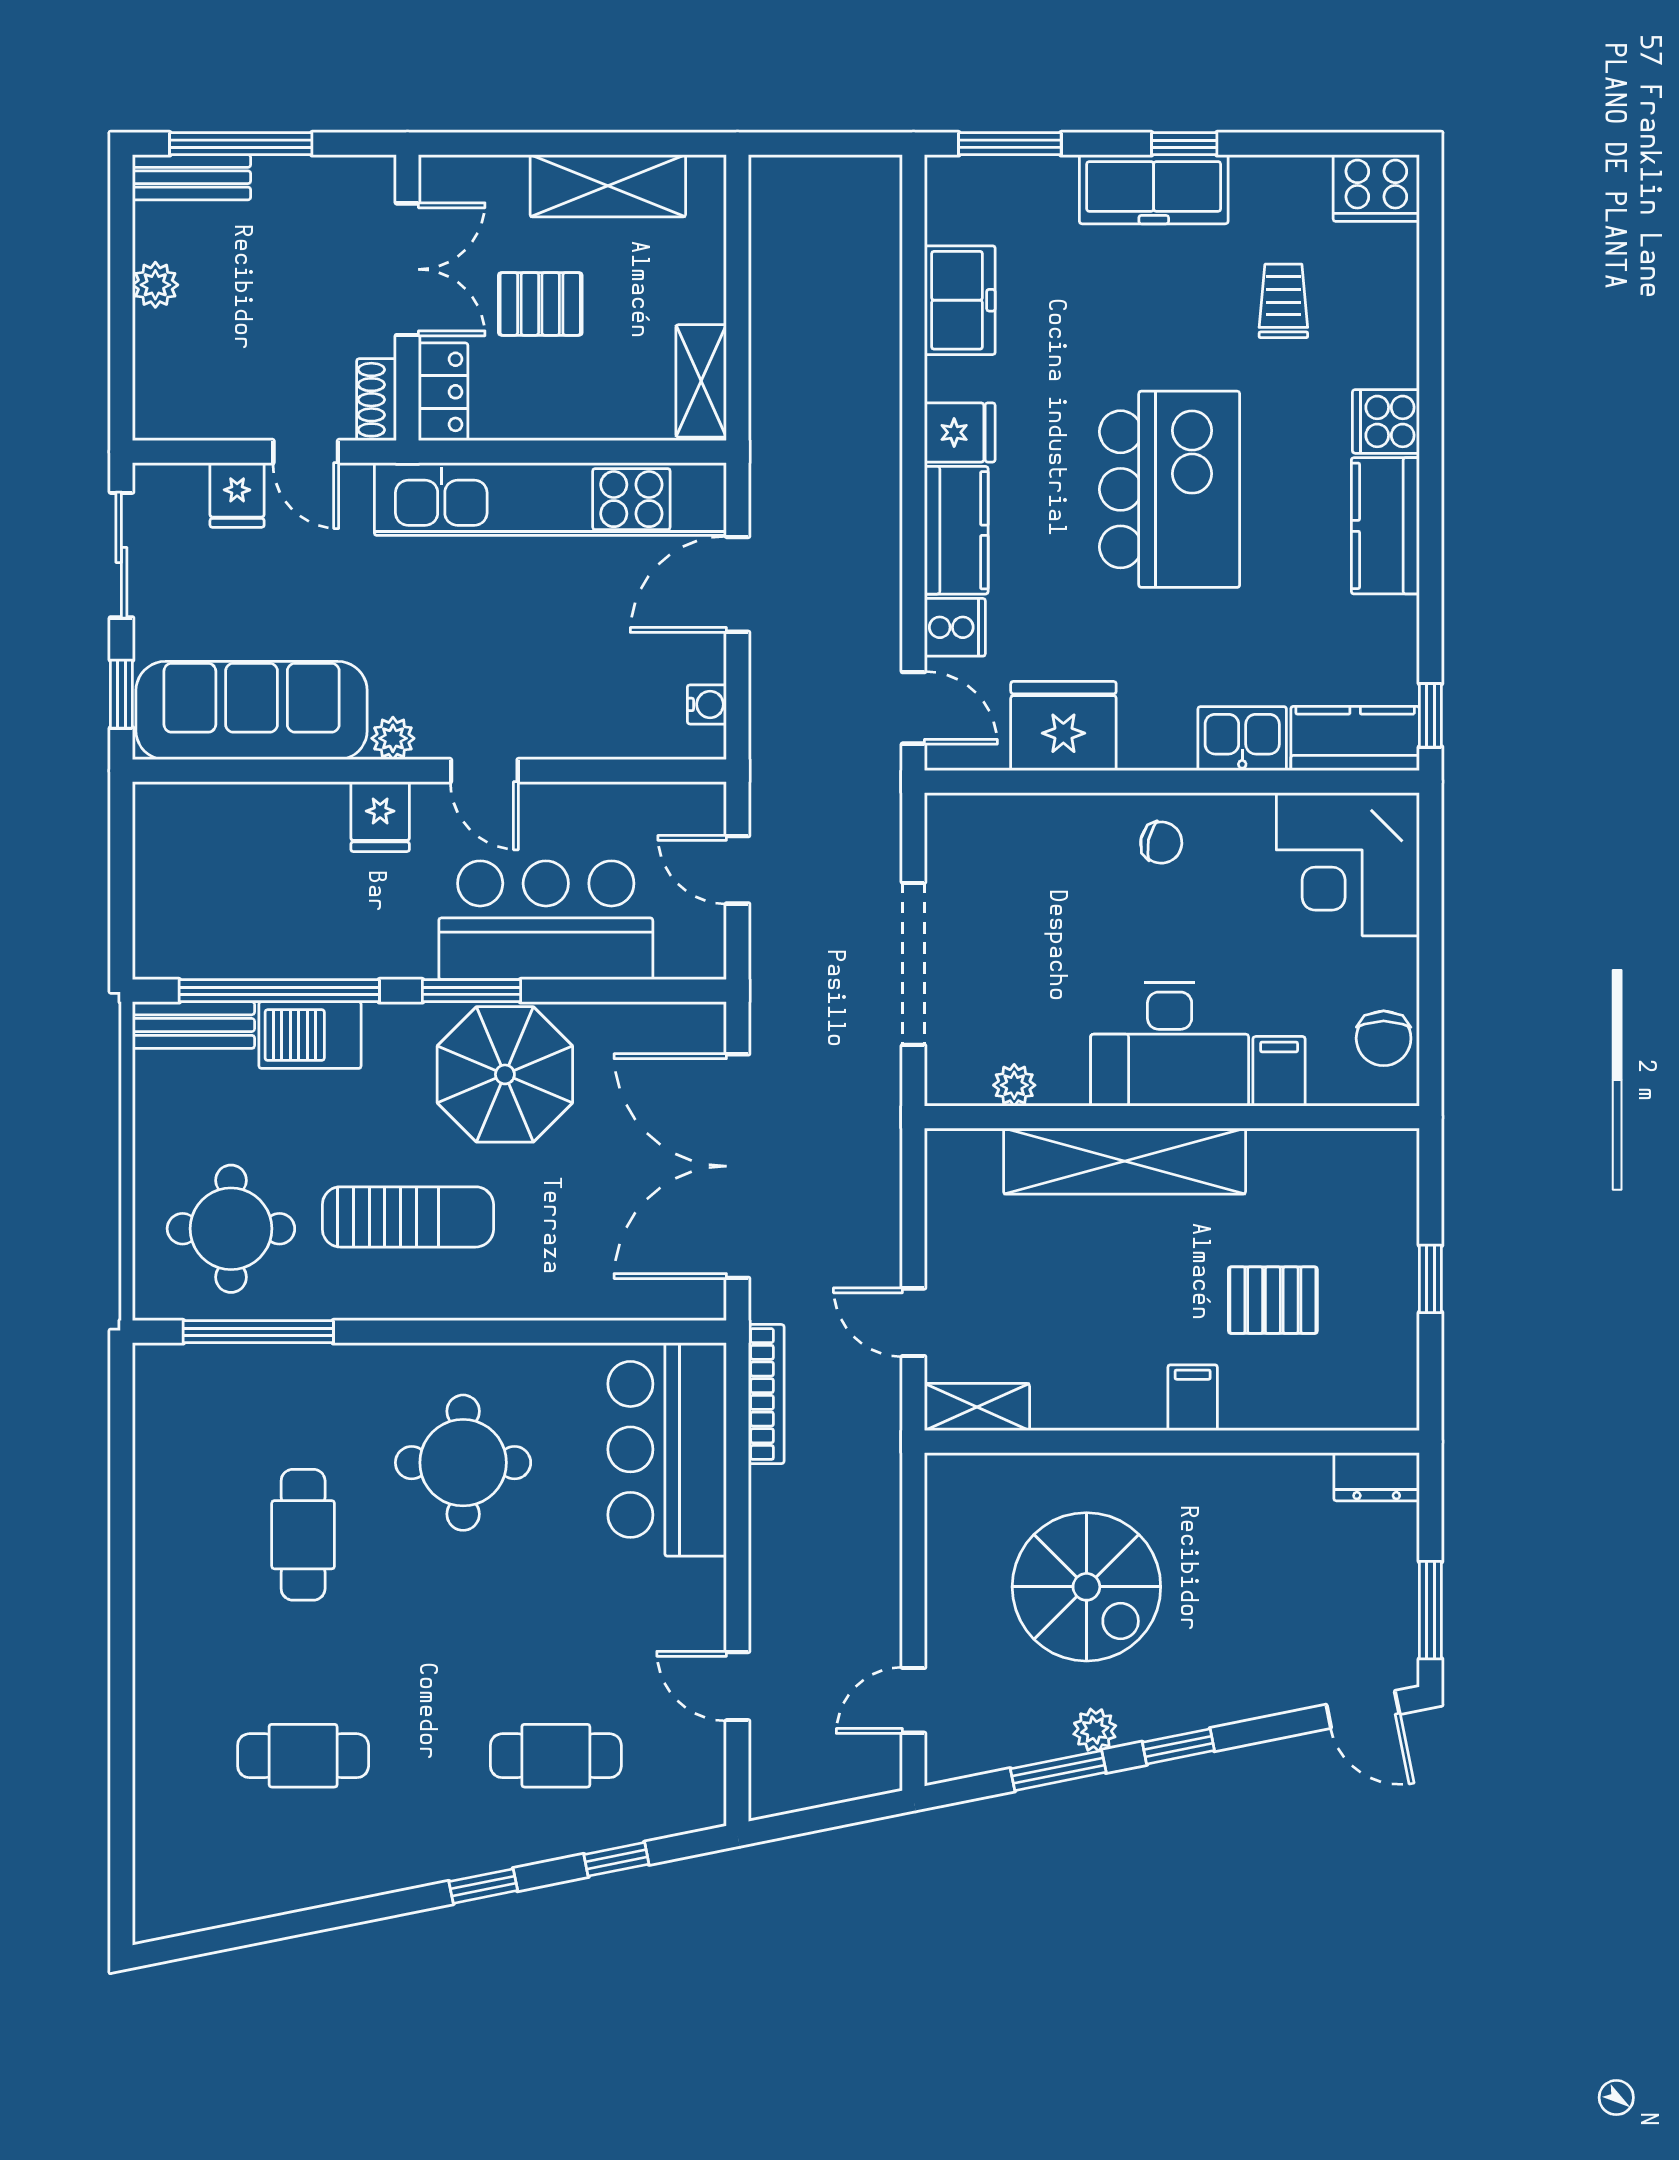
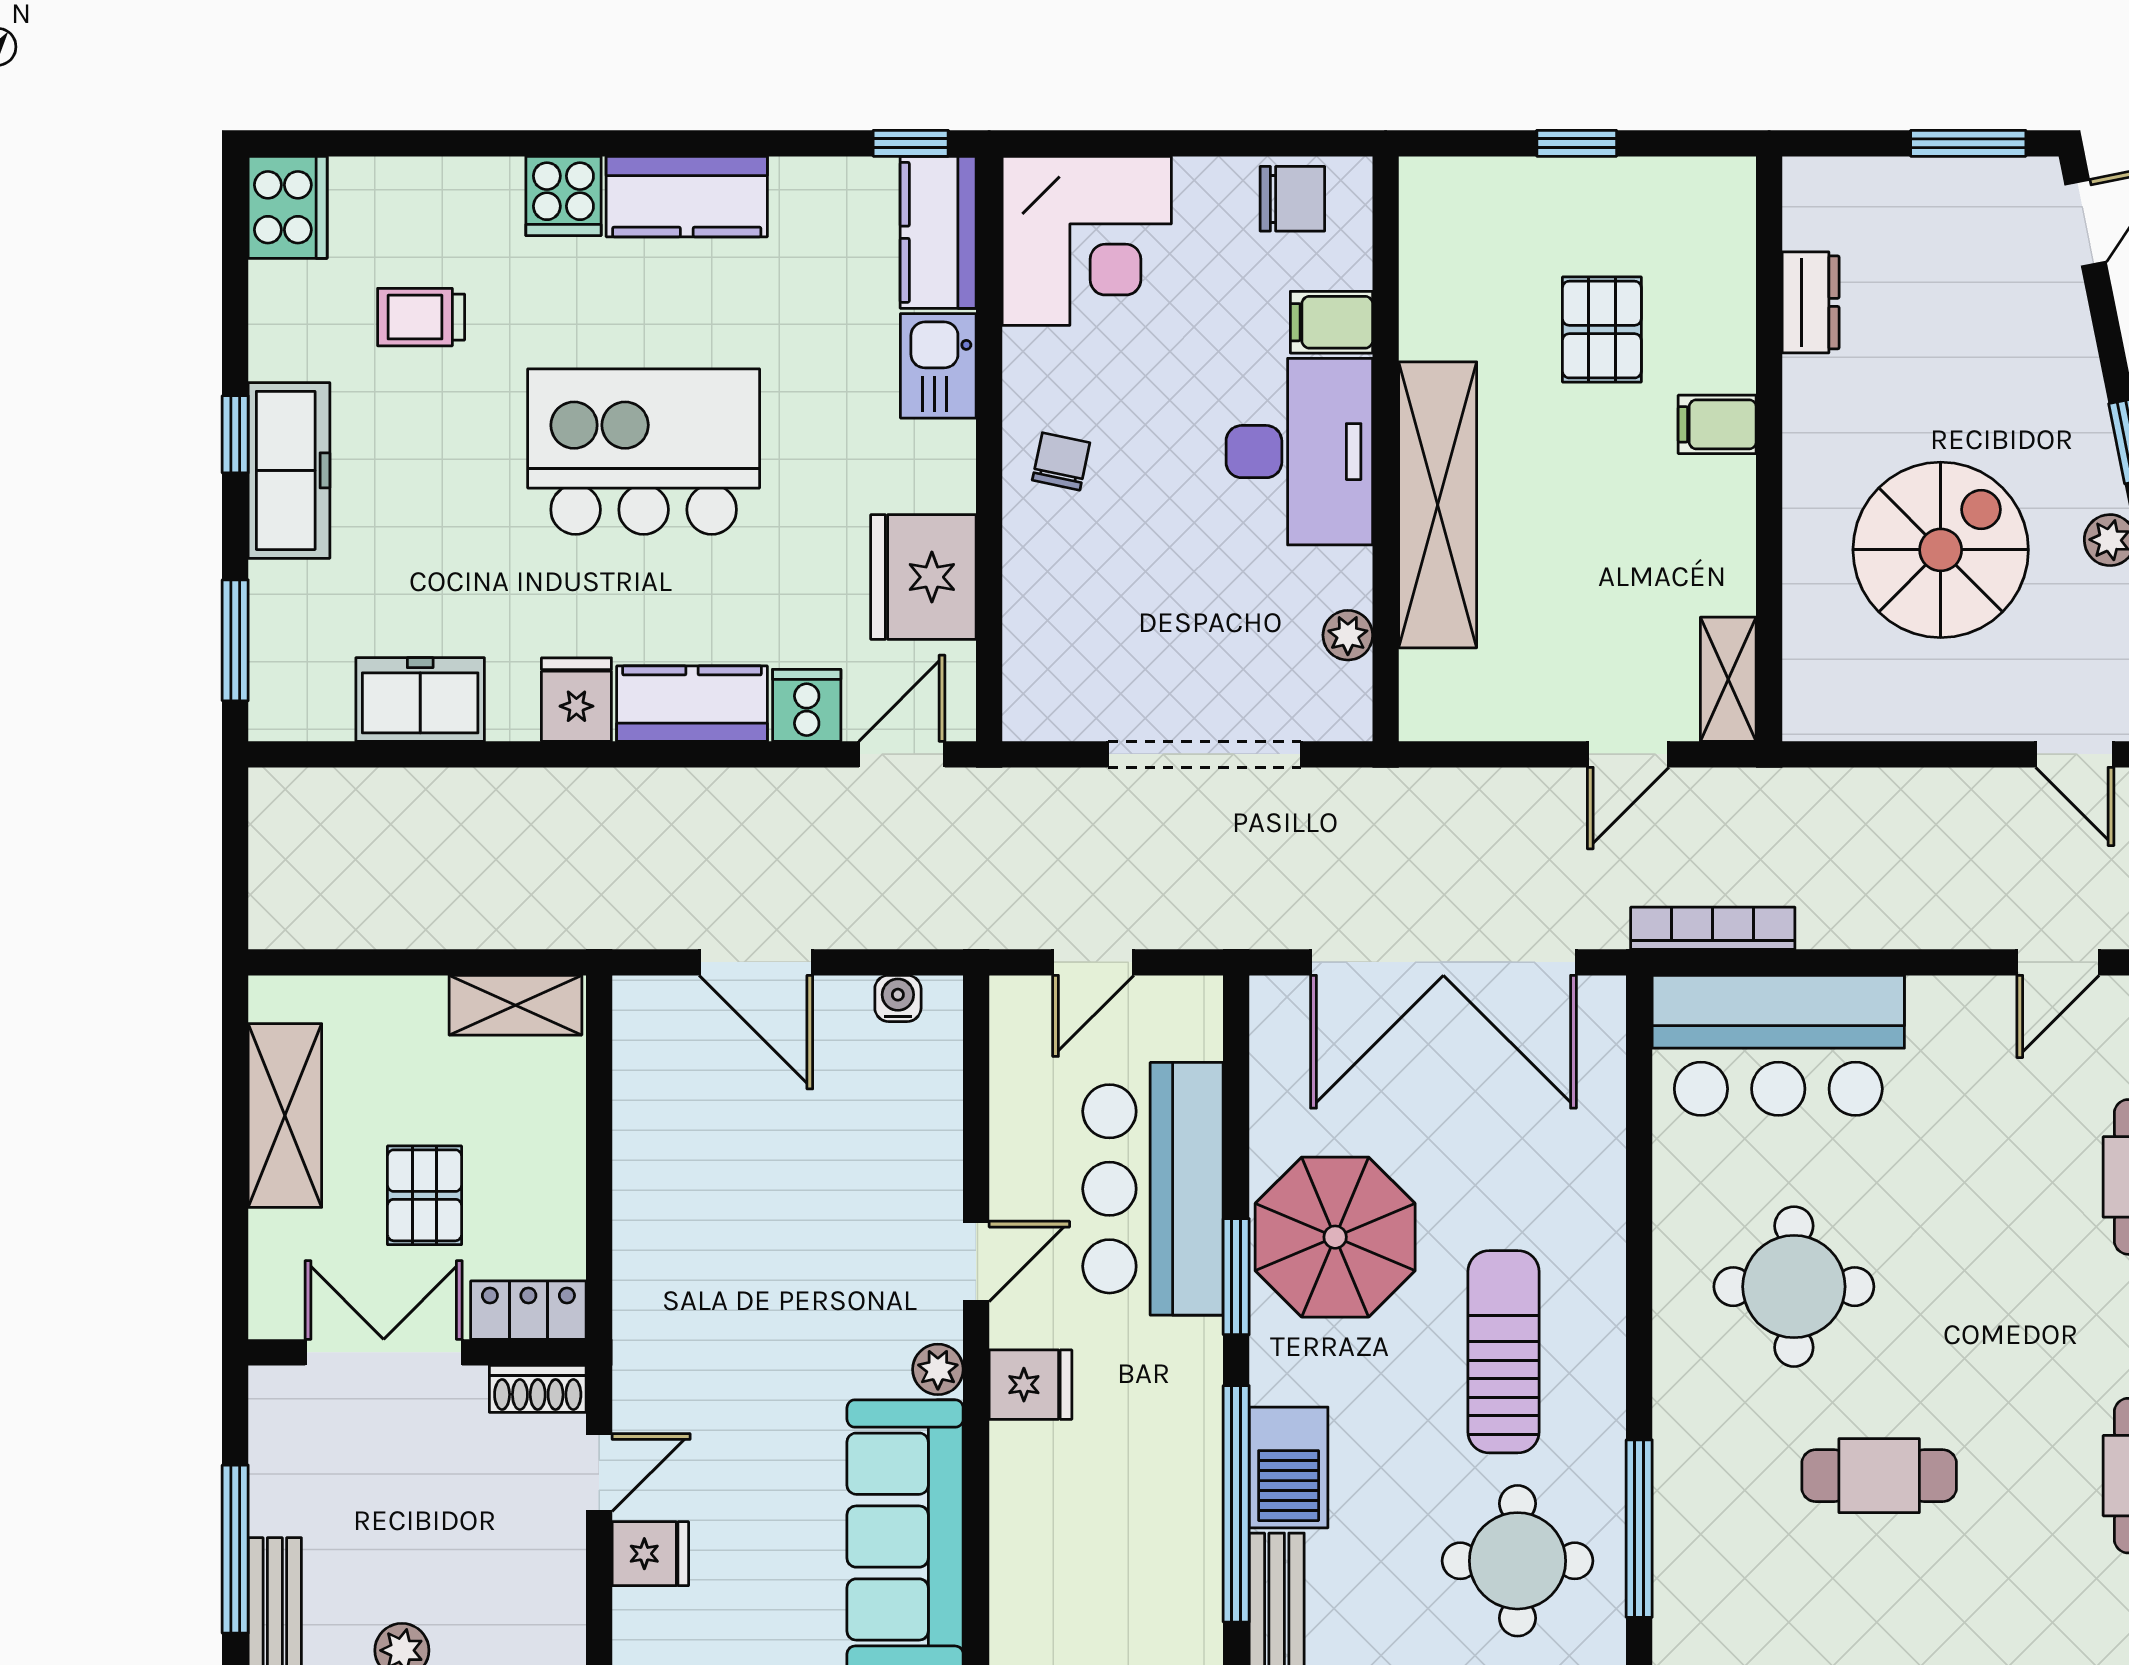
kitchen unit: (550, 499) -> (655, 1183), removed
dresser: (1377, 1477) -> (1811, 302), moved

